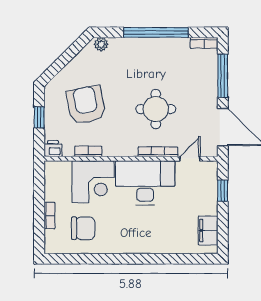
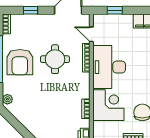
window: (223, 76) -> (31, 10), width x0.46
armchair: (86, 105) -> (20, 62), moved, turned -79

